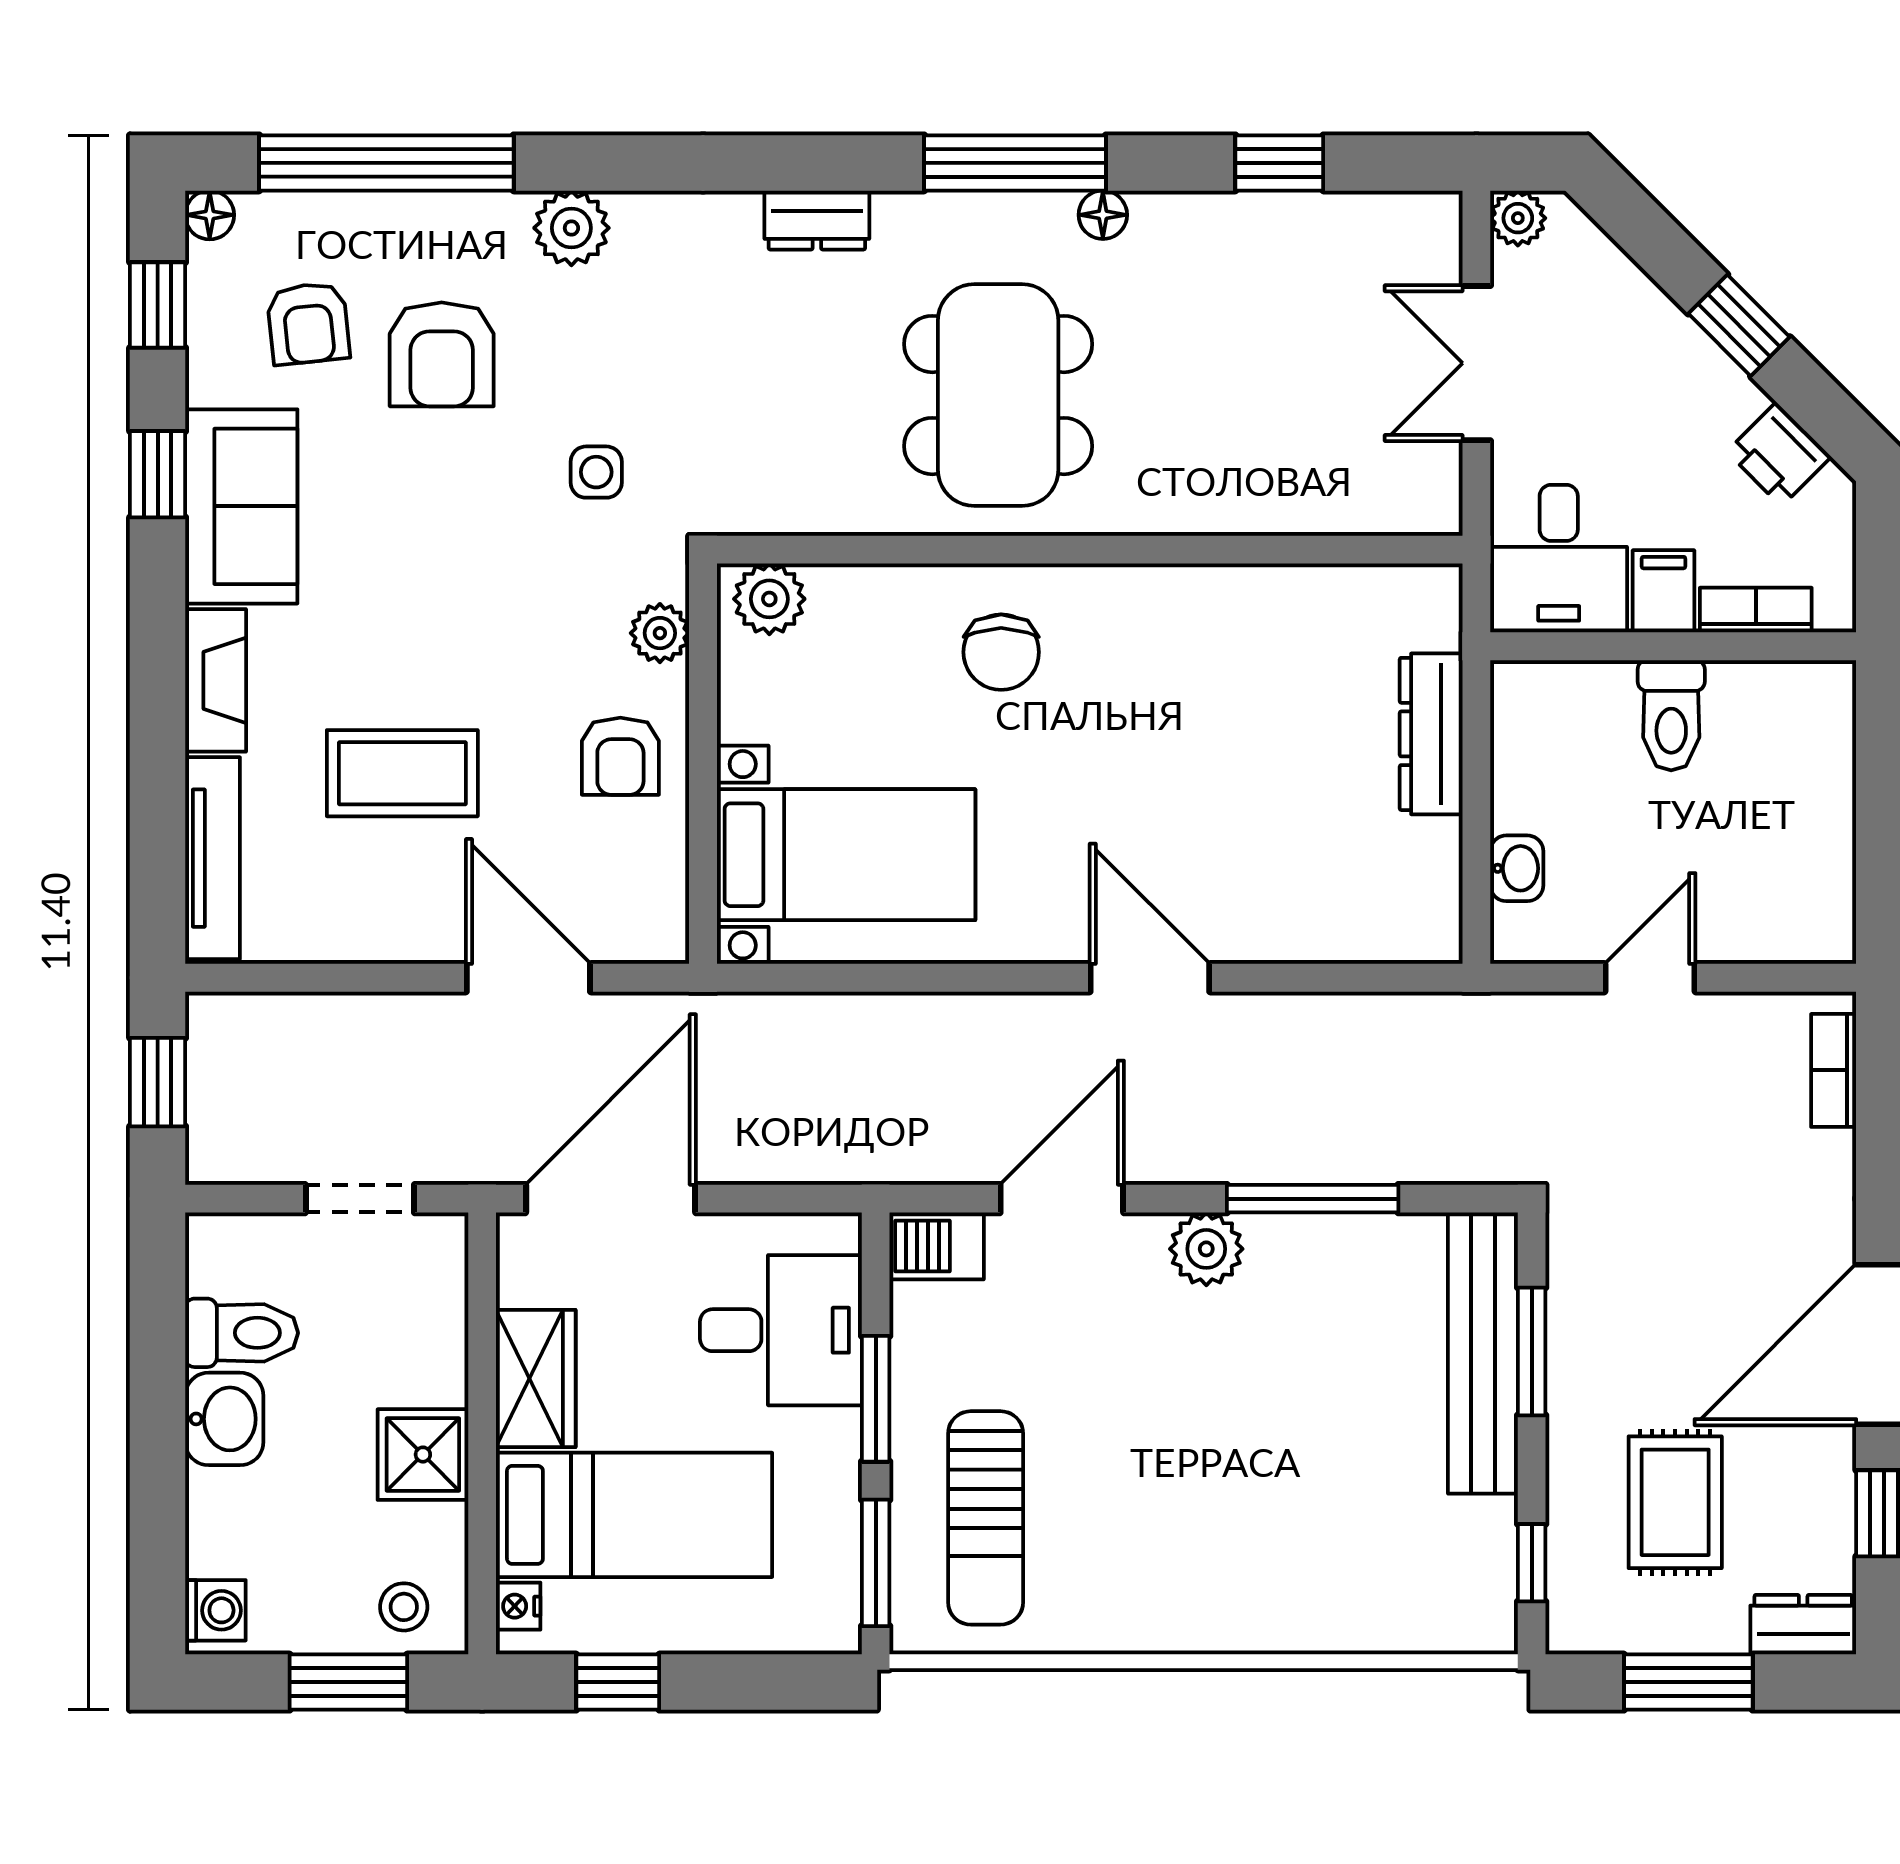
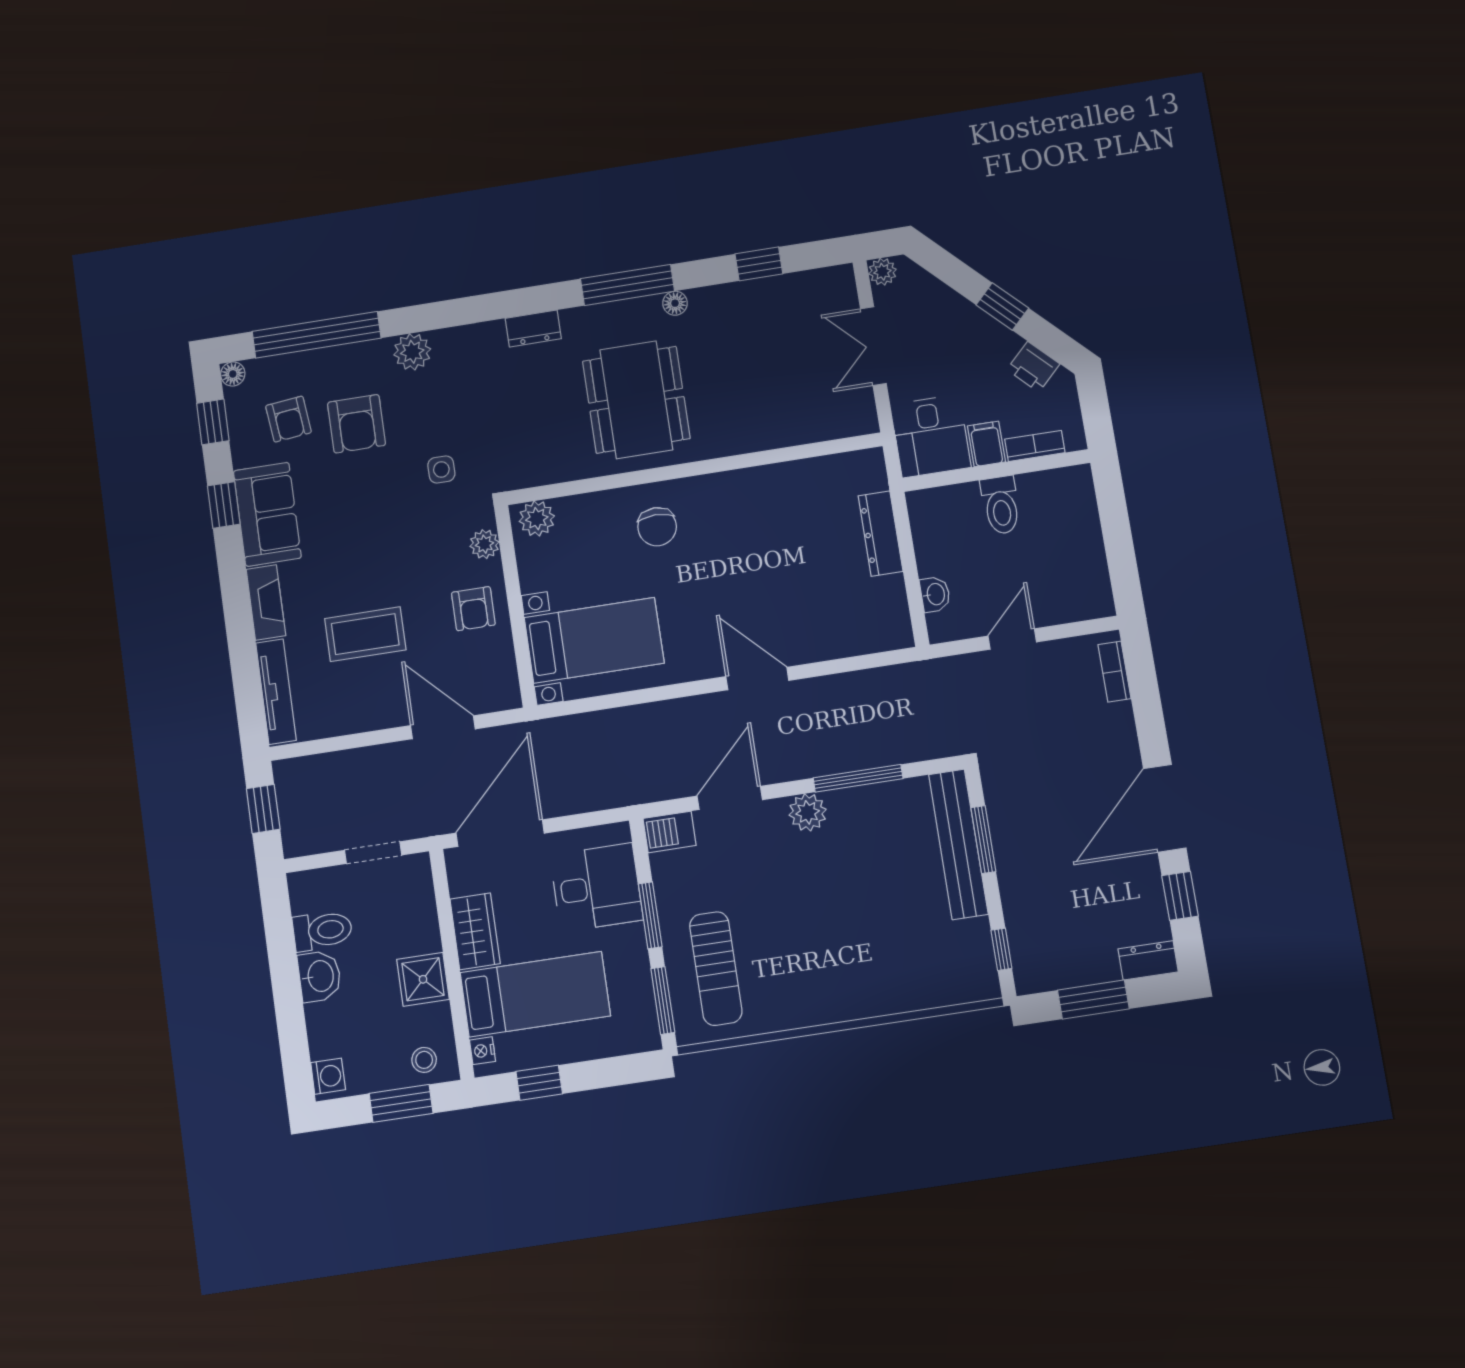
rug: (1675, 1502) -> (1071, 907), removed

